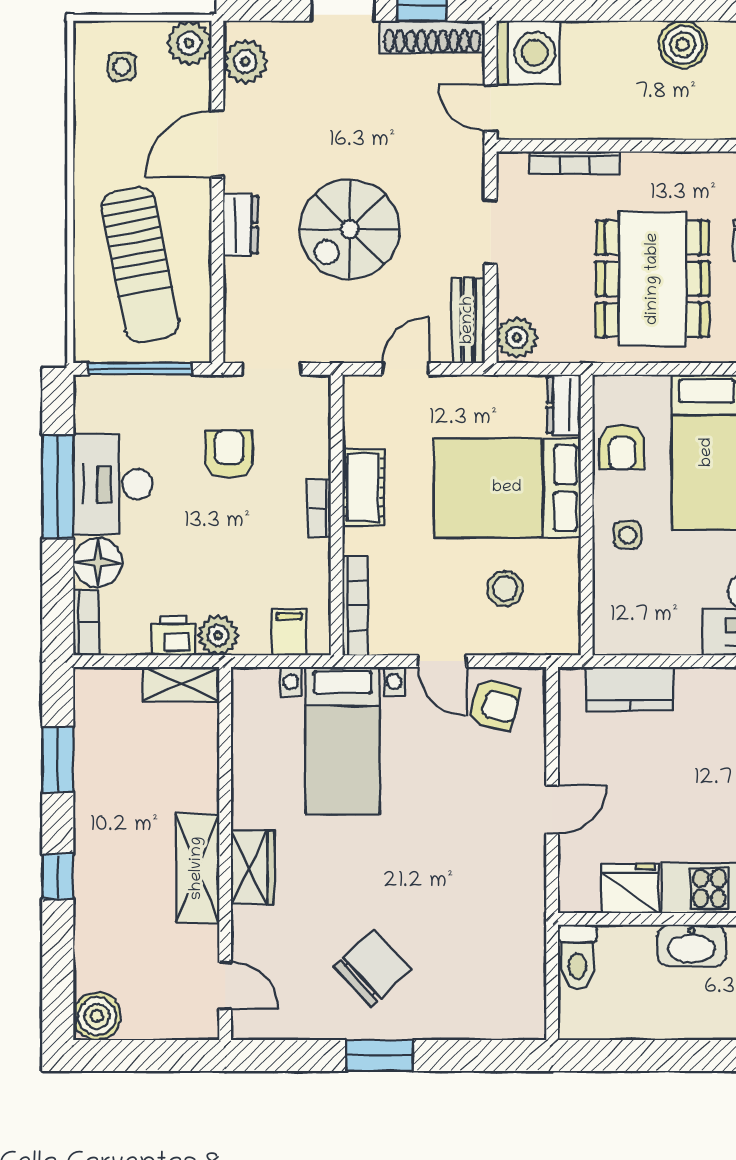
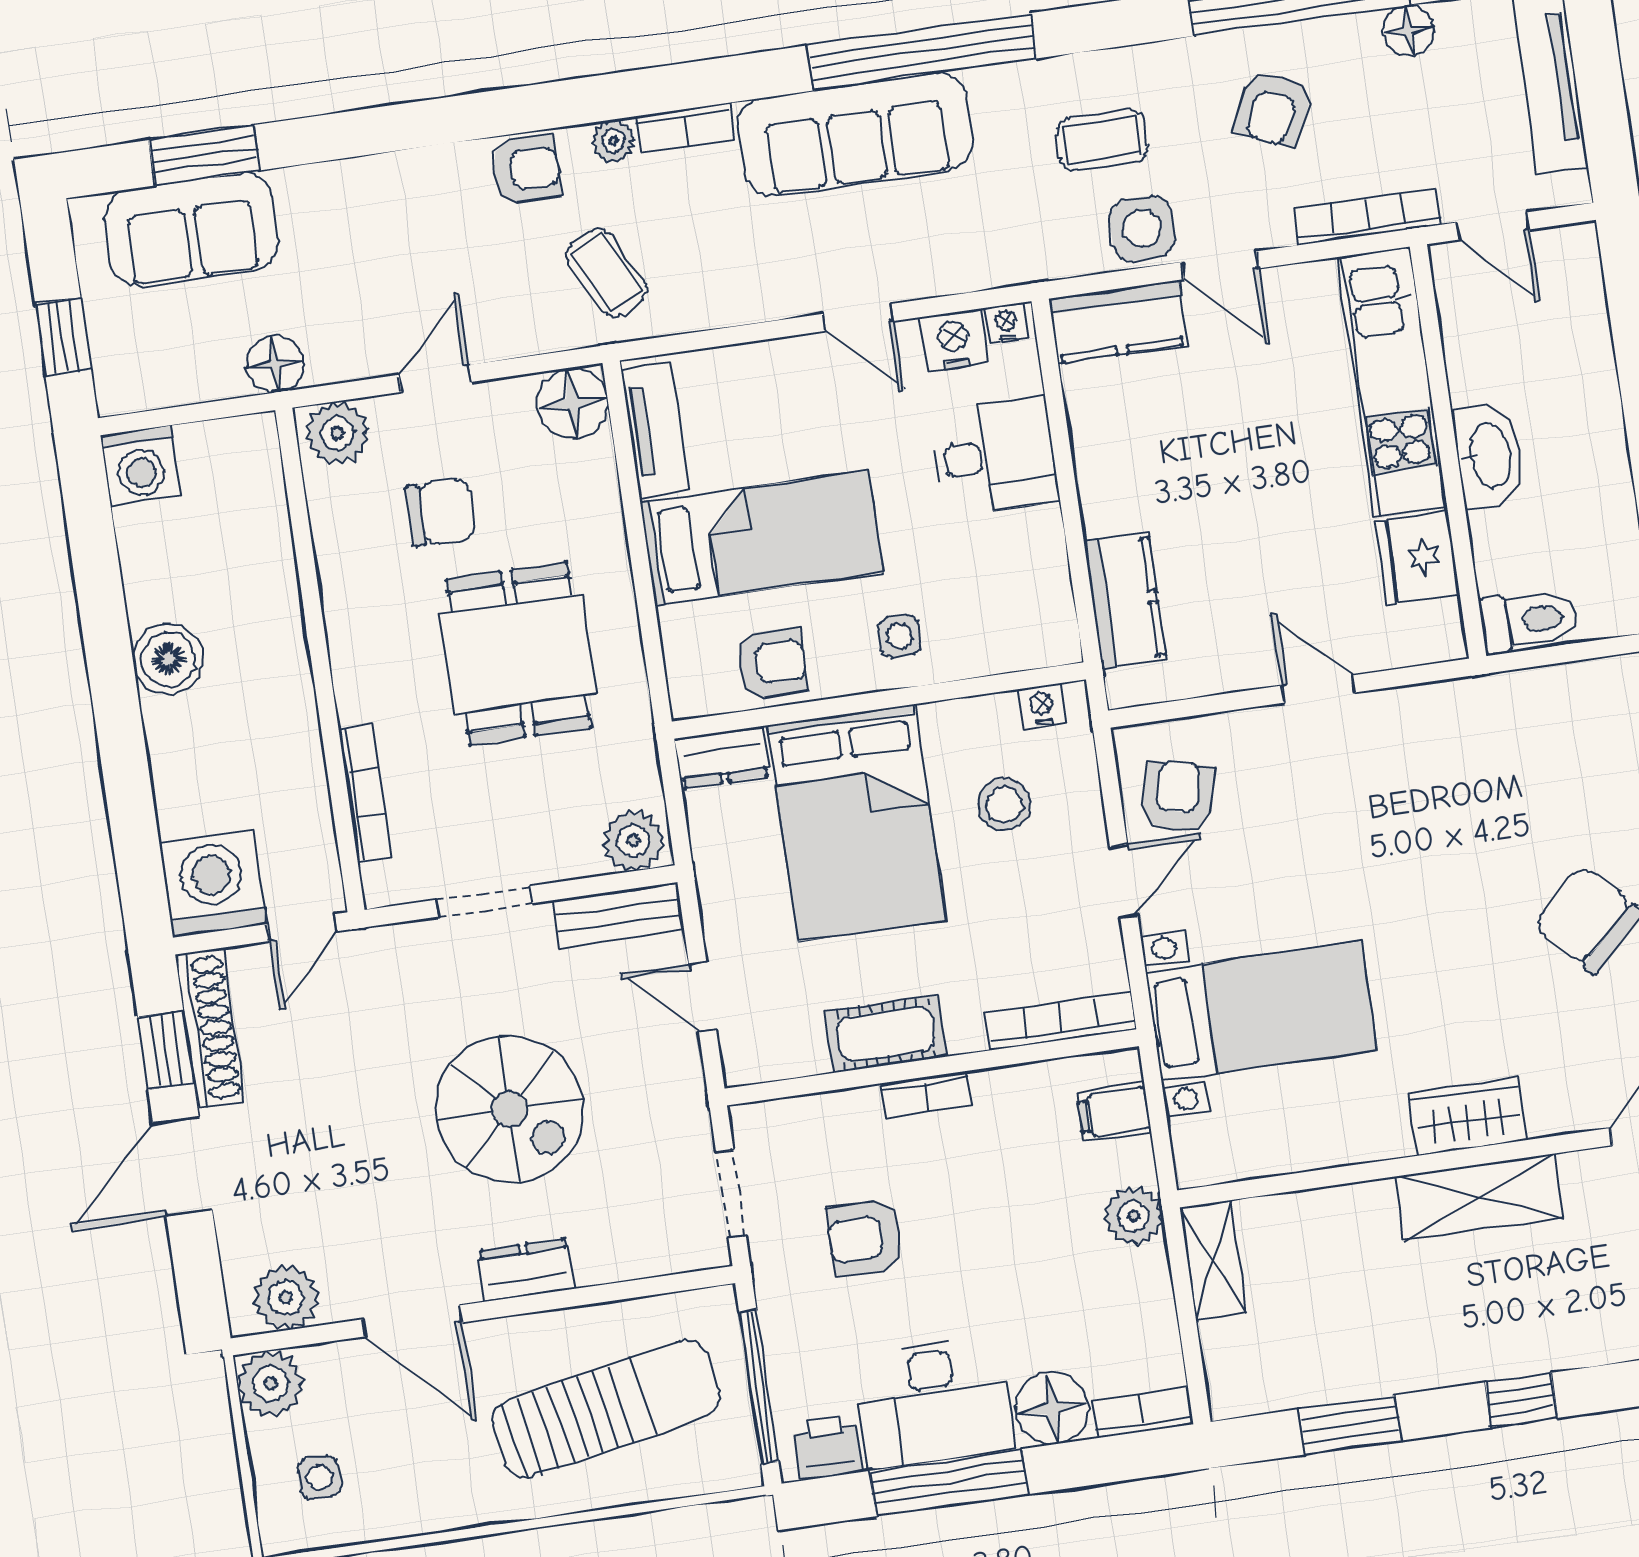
dining table: (653, 279) -> (518, 654), width x0.73
nightstand: (567, 623) -> (1042, 706), added
printer: (173, 636) -> (827, 1447), moved, turned 90

